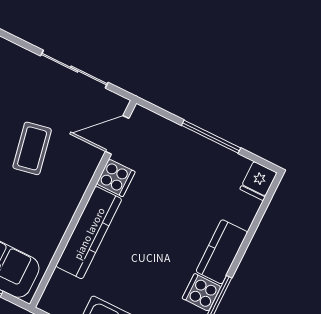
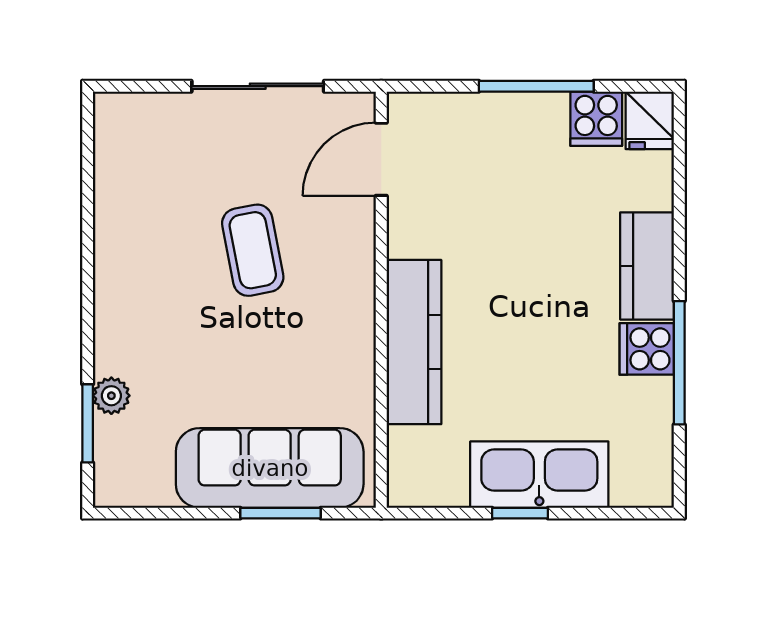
cooker: (116, 178) -> (596, 119), moved, turned 90

